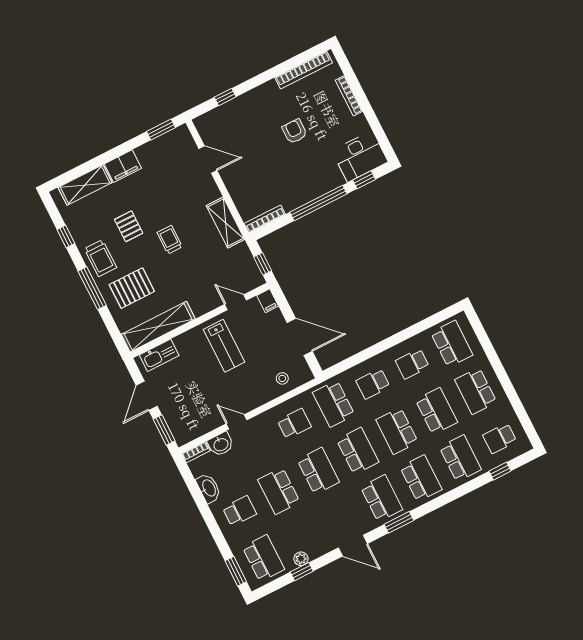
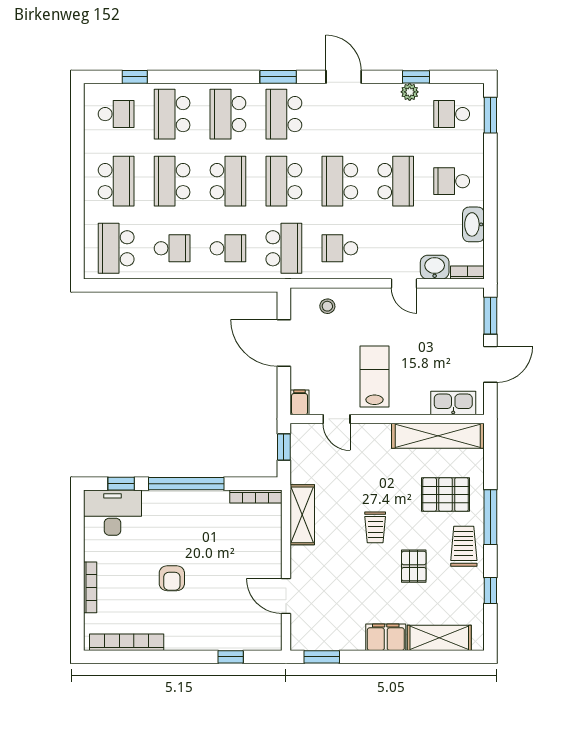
school desk: (263, 558) -> (452, 114), width x0.54

